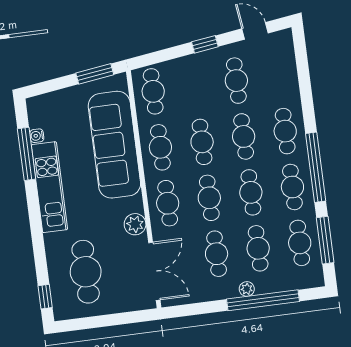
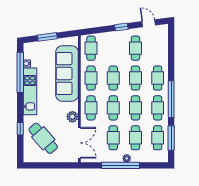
window: (95, 74) -> (47, 37), moved
window: (27, 154) -> (20, 72), width x1.46
cafe table: (86, 272) -> (43, 138), turned -41
window: (45, 297) -> (20, 129), moved
window: (263, 300) -> (120, 165), moved

